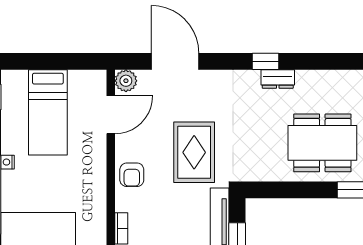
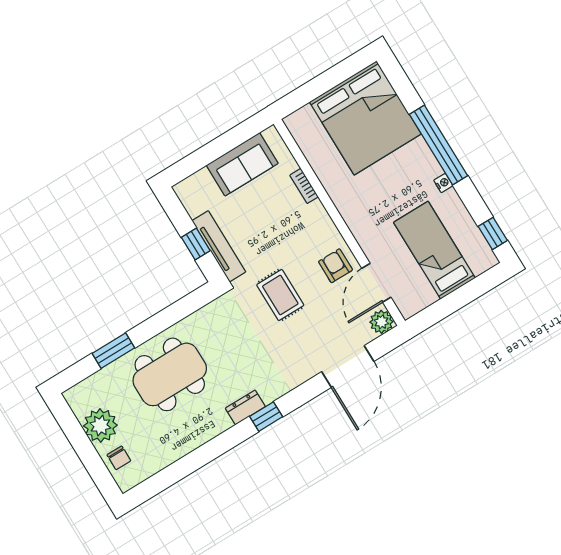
door: (175, 61) -> (348, 367), hinge flipped
rug: (194, 152) -> (280, 295), width x0.73, depth x0.70
armchair: (132, 175) -> (335, 266), moved

